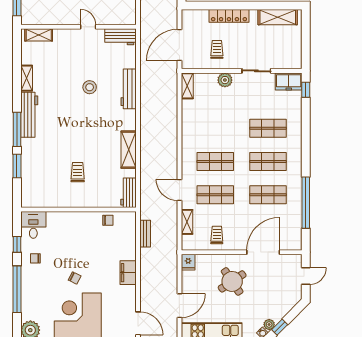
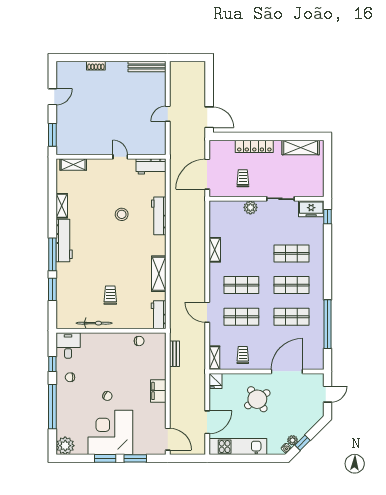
shelving: (187, 86) -> (215, 250), moved
bicycle: (61, 202) -> (94, 323), added
shelving: (187, 222) -> (214, 358), moved

